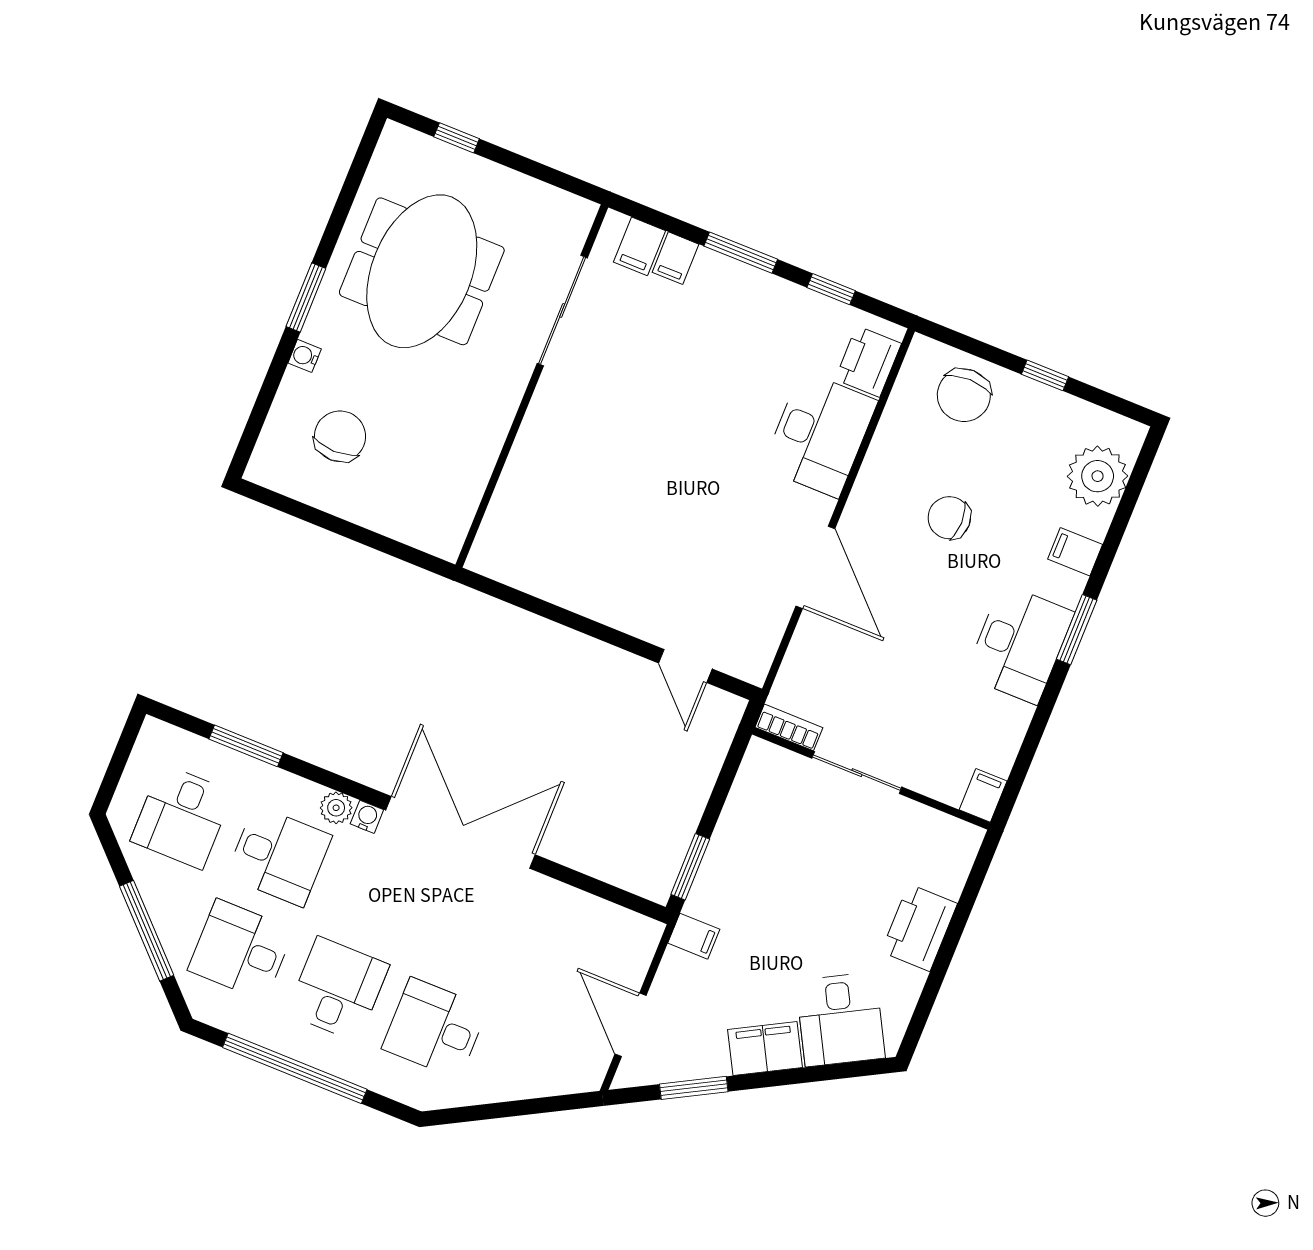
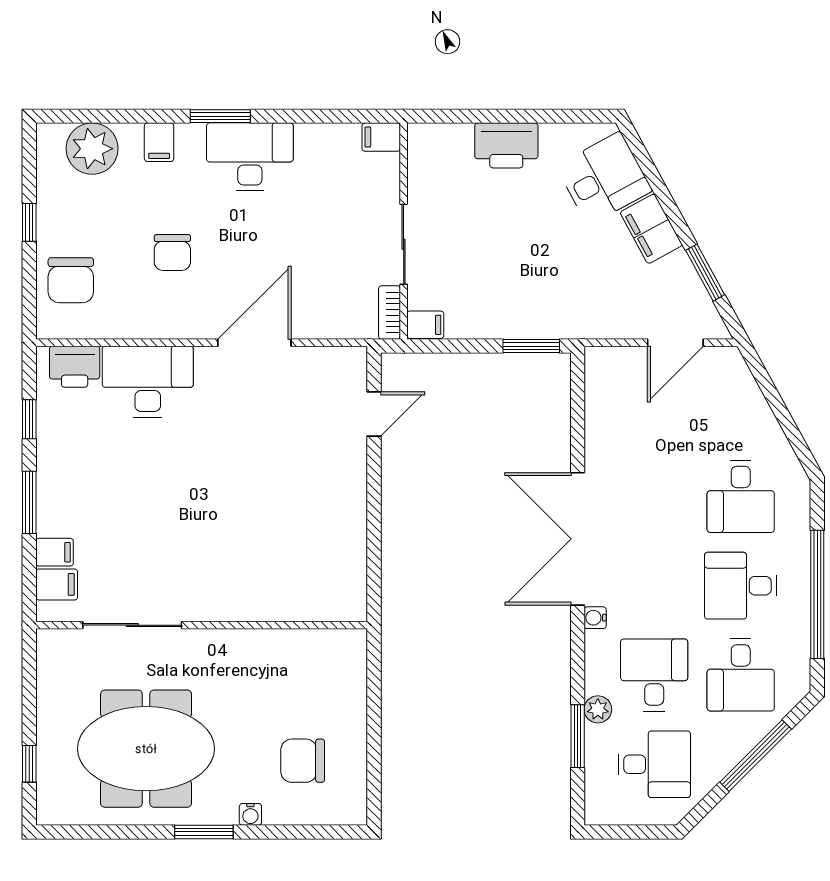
chair: (964, 395) -> (71, 280), turned 90
plant: (336, 808) -> (598, 709), moved
filing cabinet: (694, 936) -> (425, 325), moved, turned 90

